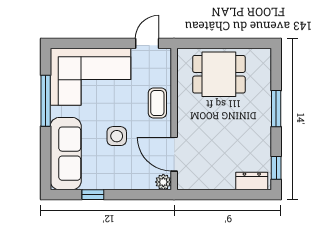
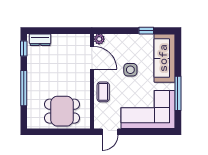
window: (276, 109) -> (24, 88), width x1.44

